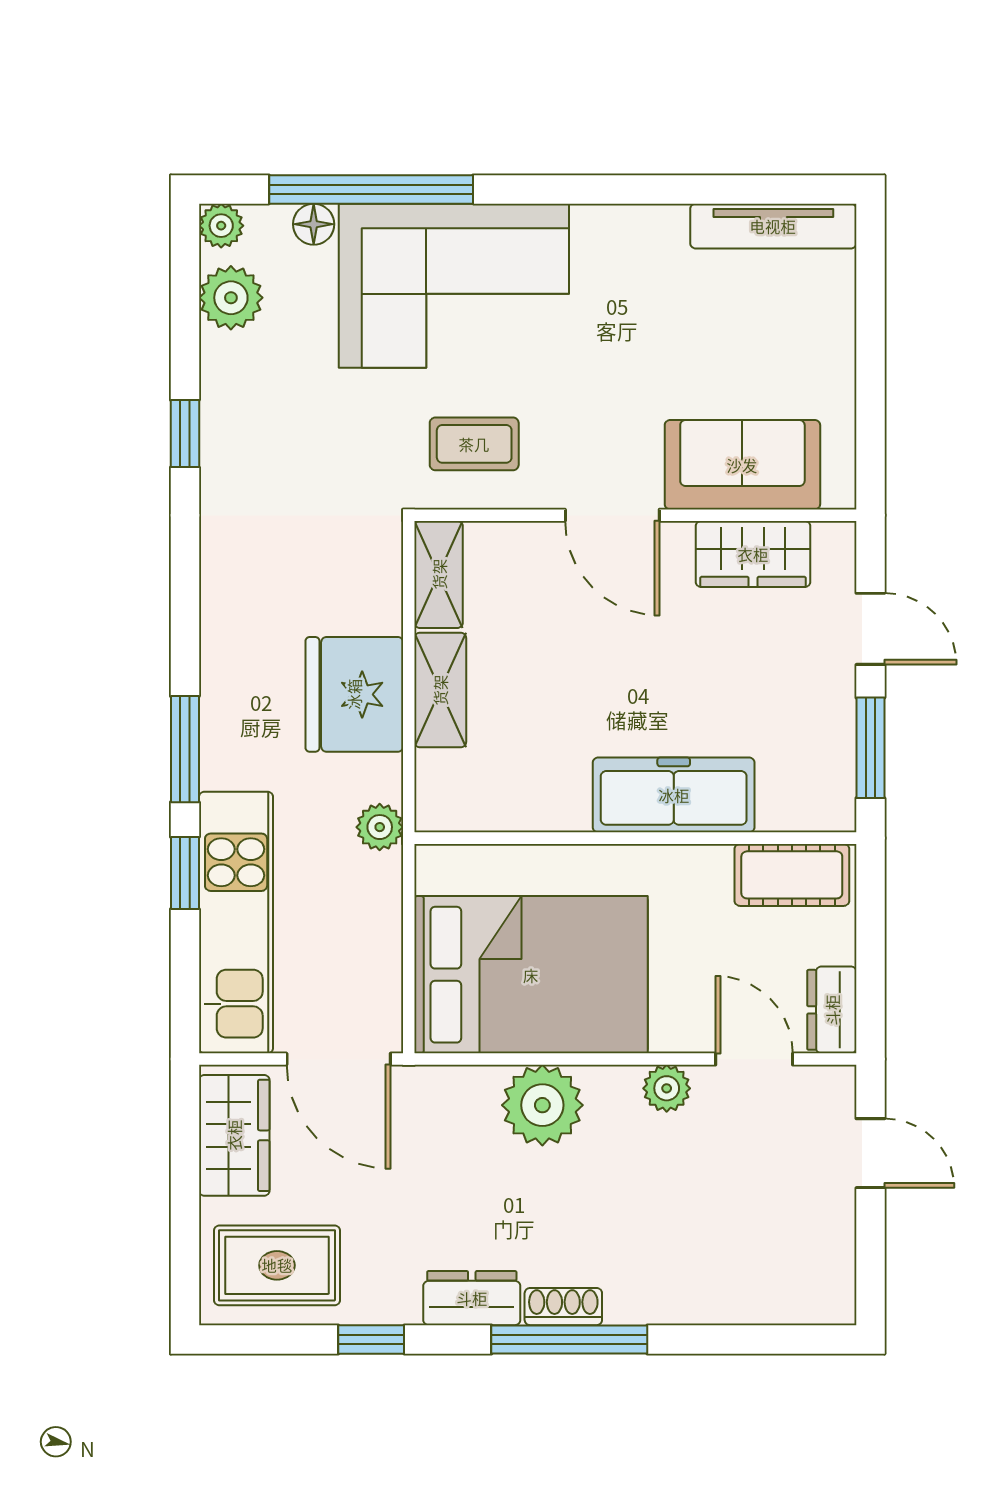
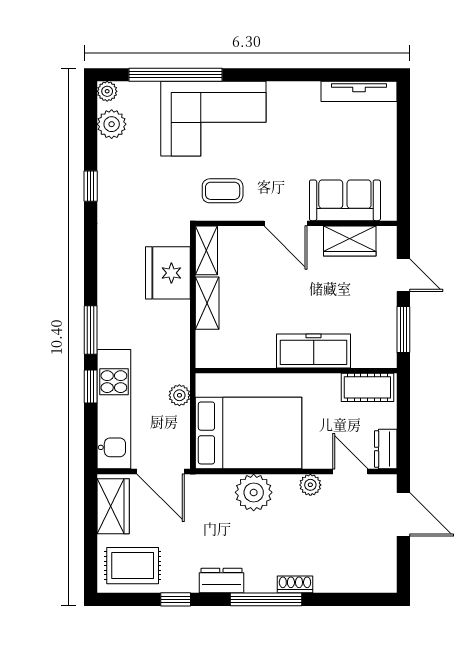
floor lamp: (314, 224) -> (149, 91), removed
fridge: (354, 694) -> (168, 273), moved
plant: (380, 827) -> (179, 395), moved
door: (870, 1153) -> (403, 514), width x1.38
shoe rack: (563, 1307) -> (295, 584), moved

